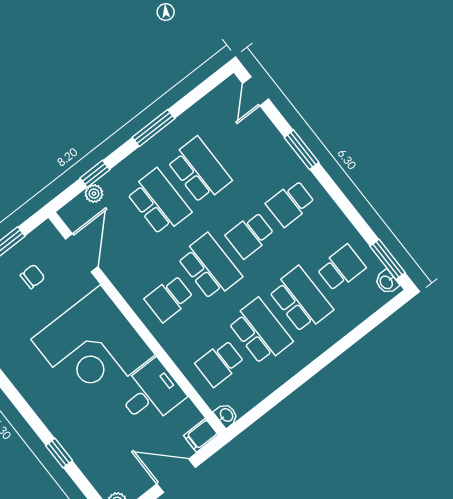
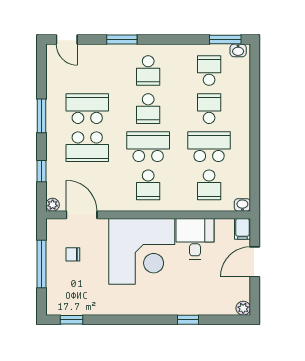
plant: (94, 194) -> (53, 205), moved
school desk: (159, 202) -> (87, 147), turned 180
chair: (33, 276) -> (73, 254), turned -90
school desk: (301, 300) -> (209, 109), width x0.54

